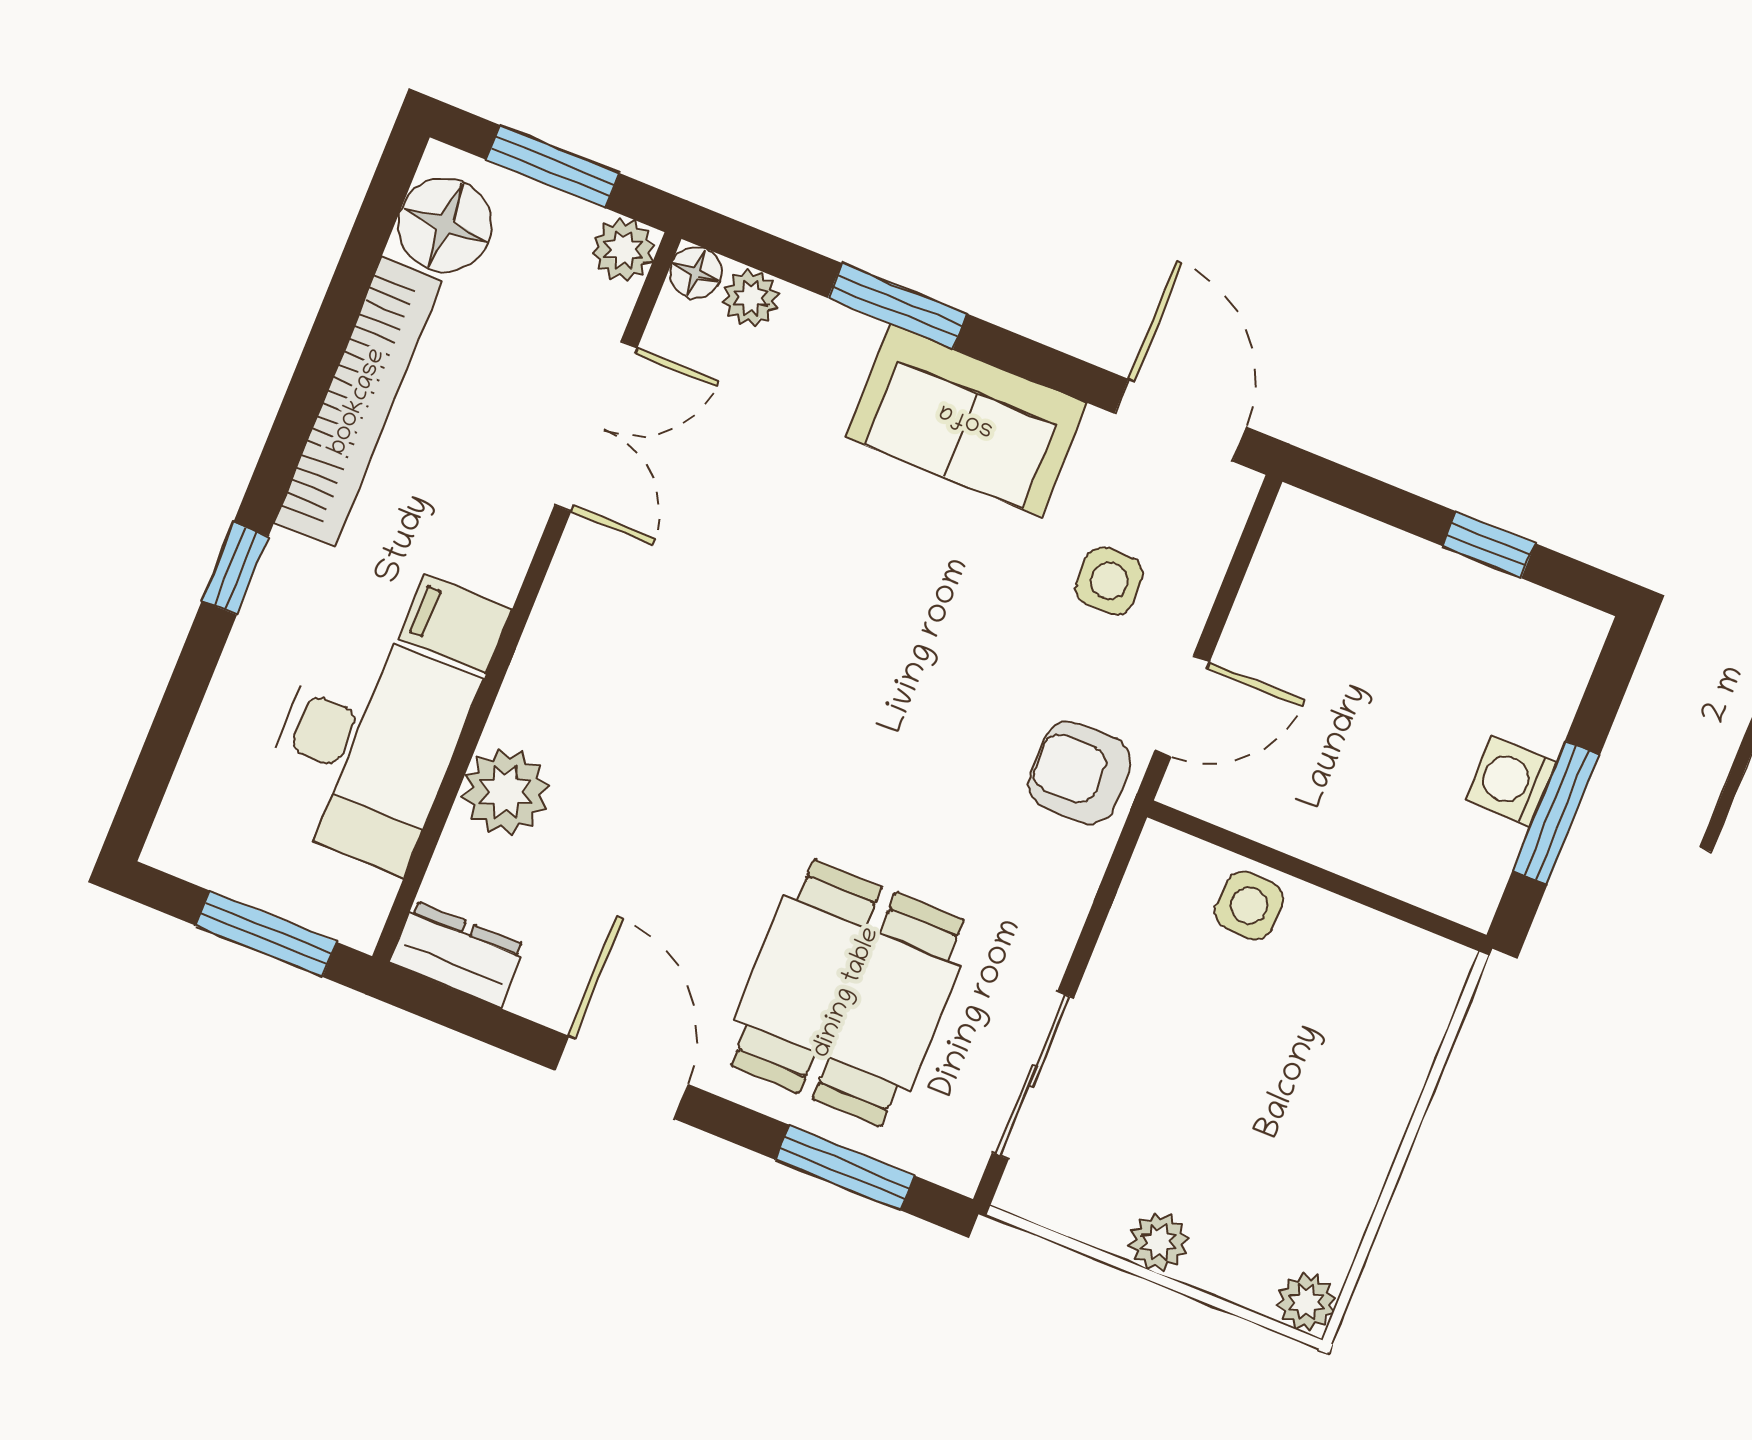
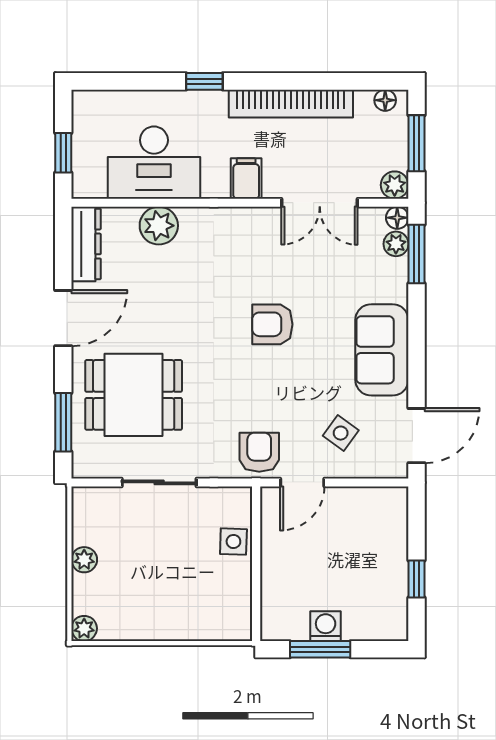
floor lamp: (445, 225) -> (385, 100), width x0.53, depth x0.53
window: (898, 306) -> (416, 254), moved
side table: (1109, 581) -> (341, 433), turned 36
filing cabinet: (456, 624) -> (246, 179), moved
armchair: (816, 633) -> (272, 324), added
door: (1182, 706) -> (302, 482), hinge flipped
window: (266, 934) -> (63, 153), width x0.67
dresser: (457, 954) -> (86, 244), width x1.44
sliding door: (1033, 1075) -> (159, 482), moved

